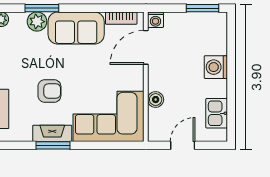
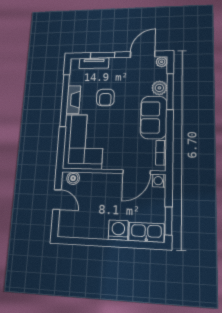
window: (42, 8) -> (170, 91), width x1.44
door: (146, 47) -> (137, 172), swing flipped
boiler: (156, 100) -> (73, 178), moved
kitchen sink: (217, 113) -> (146, 232), moved, width x1.38
window: (53, 145) -> (65, 100), width x2.11

